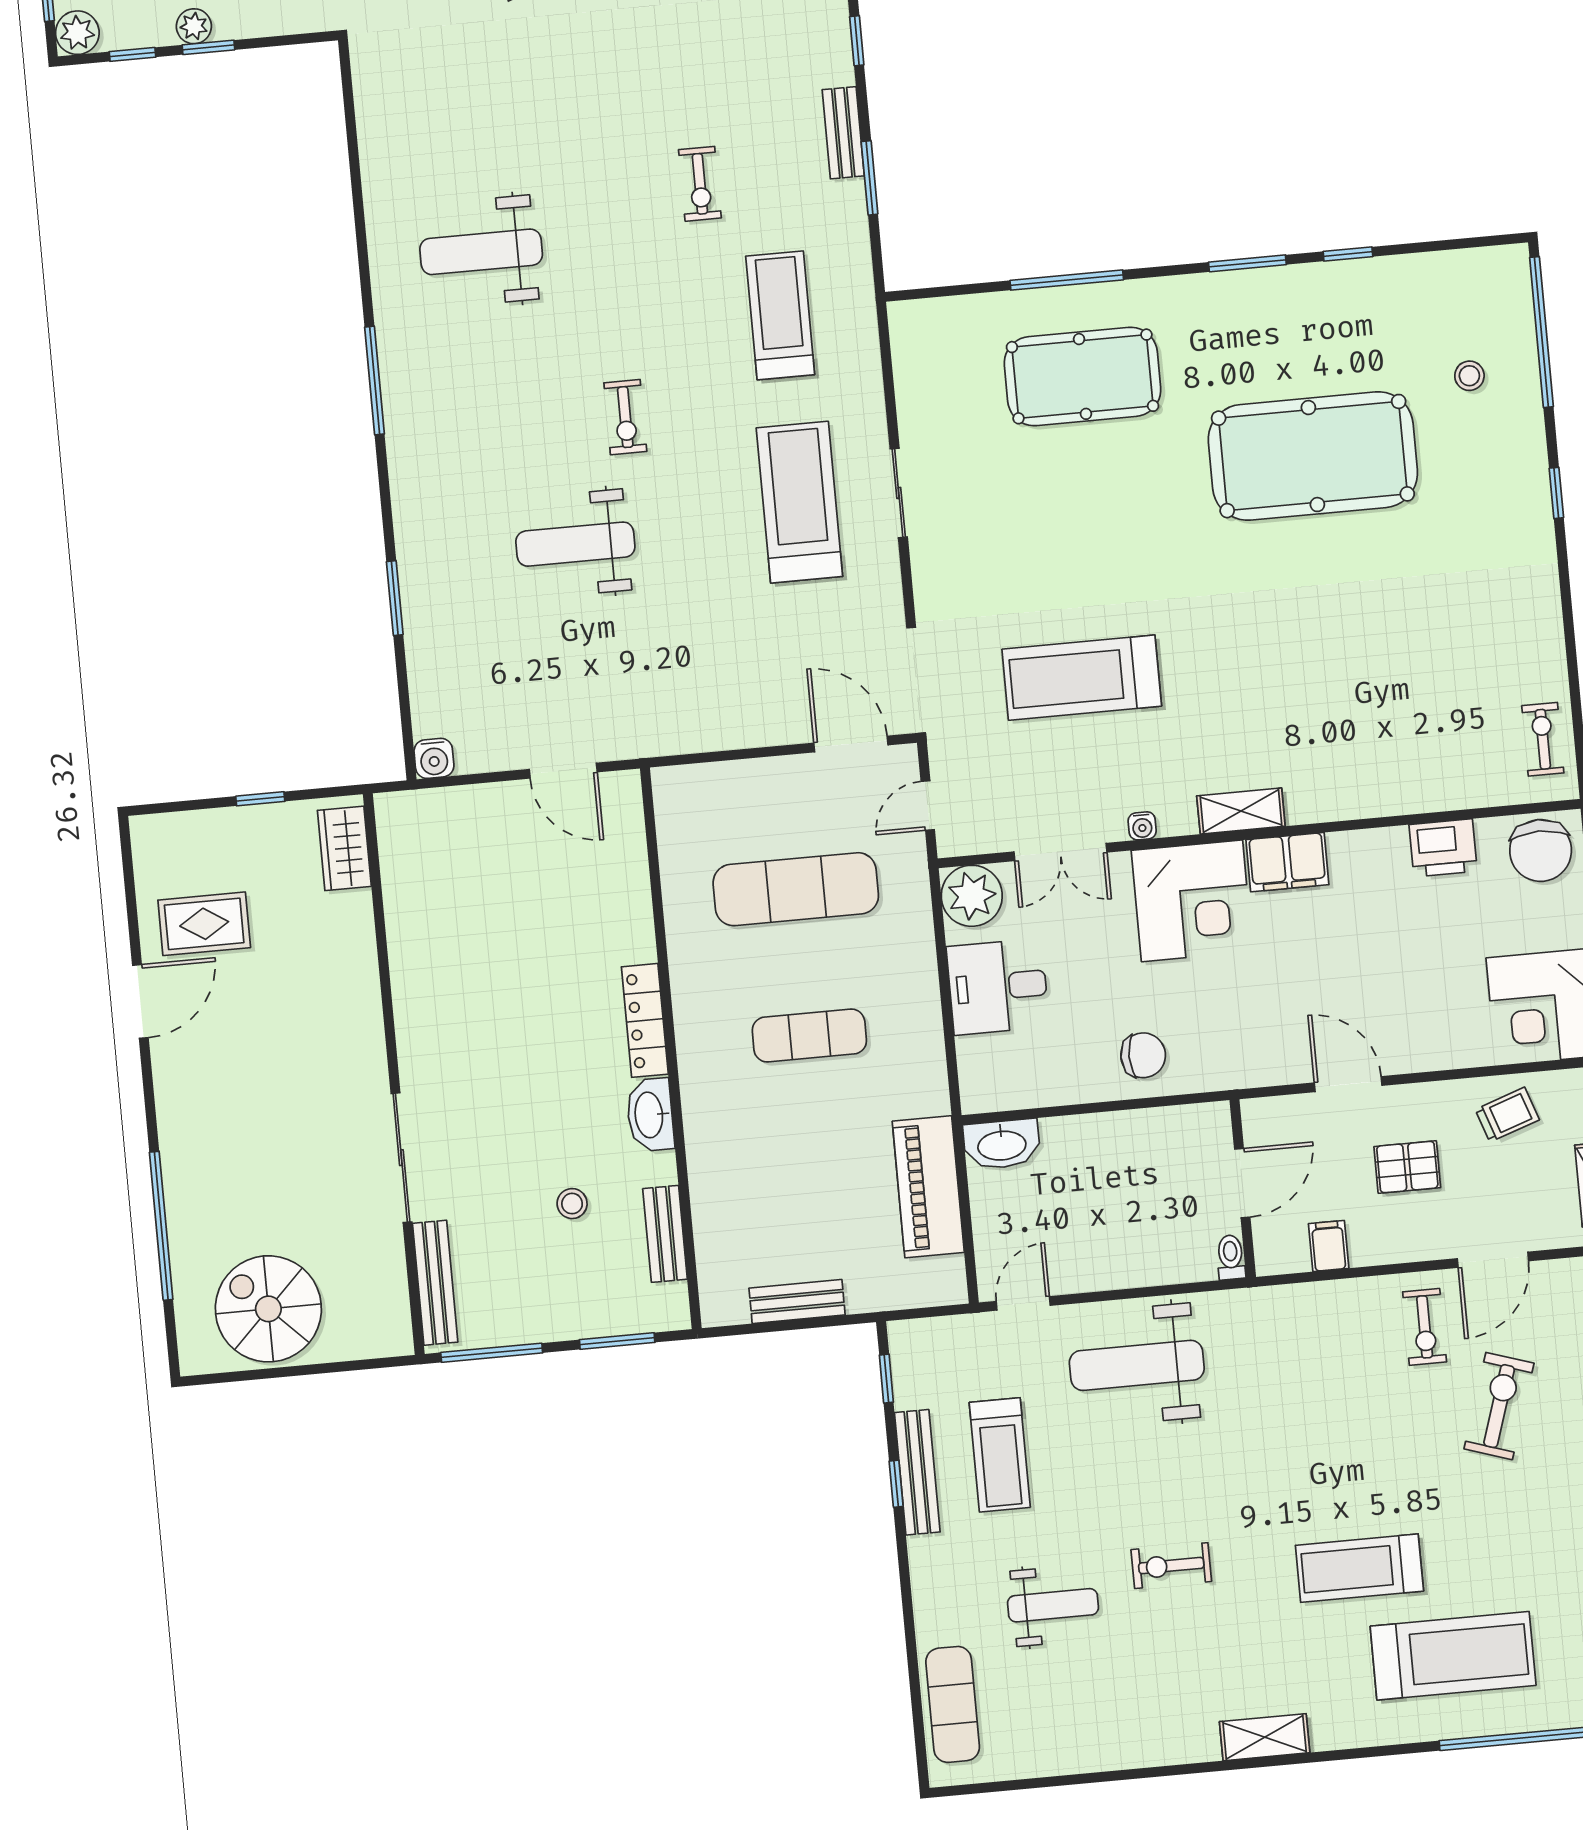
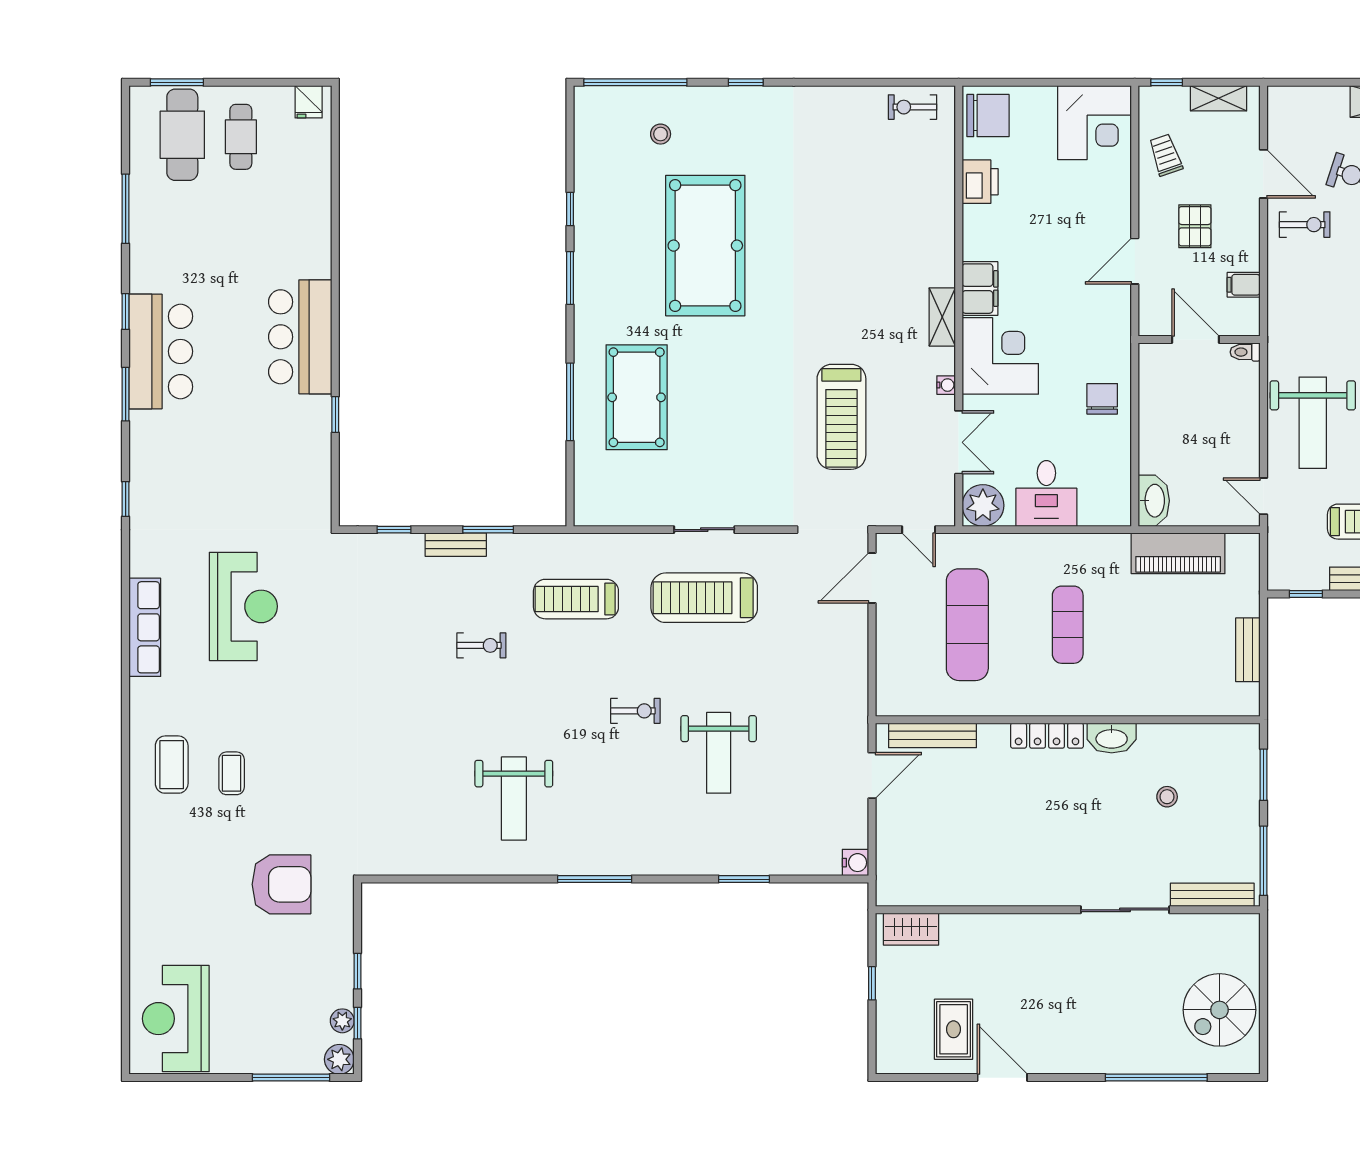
plant: (194, 26) -> (342, 1021), moved
bench: (665, 1234) -> (933, 735), moved, width x1.36

